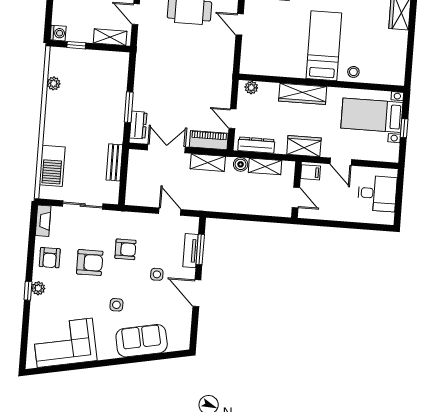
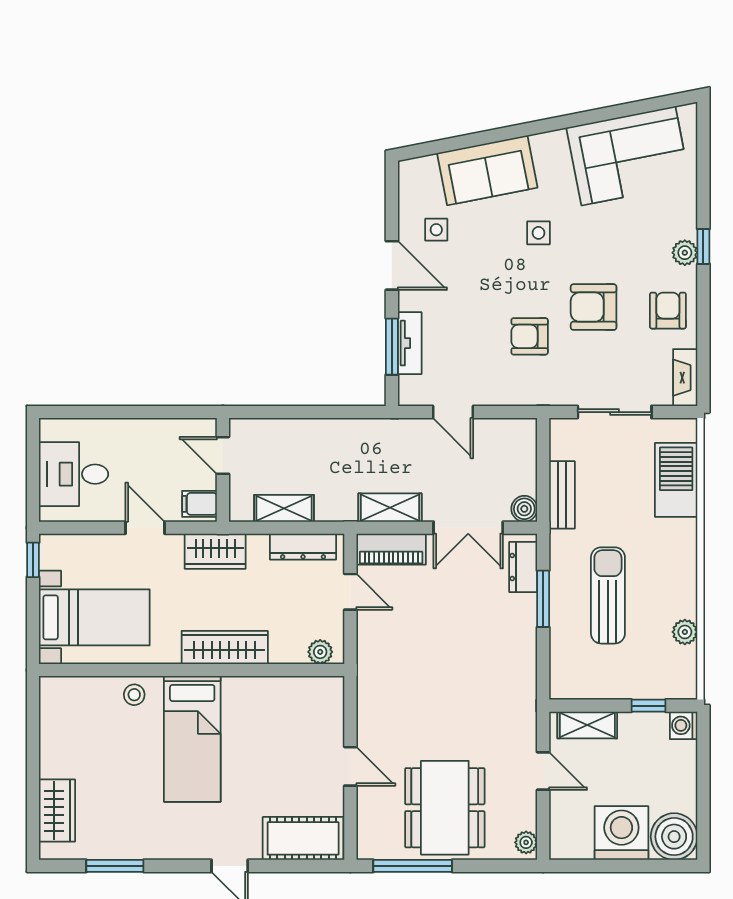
sun lounger: (94, 106) -> (608, 595), added
window: (404, 128) -> (33, 560), moved
boiler: (241, 164) -> (524, 509), moved
side table: (157, 274) -> (436, 230), moved

